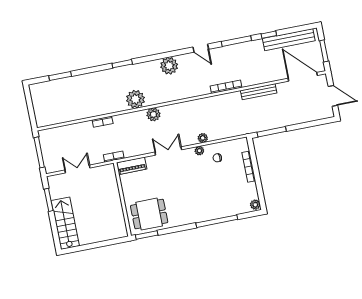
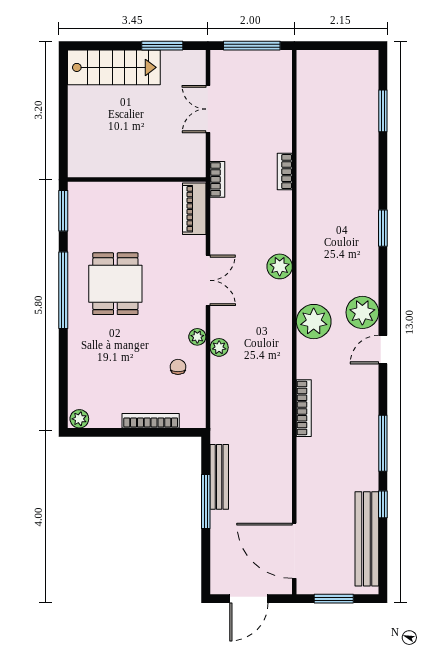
door: (201, 48) -> (383, 350), moved
door: (303, 77) -> (294, 551), swing flipped
bench: (259, 92) -> (219, 477), moved
plant: (135, 99) -> (314, 322), moved
window: (272, 132) -> (206, 501), moved
double door: (77, 169) -> (208, 109), swing flipped
dining table: (149, 214) -> (115, 284), moved
window: (217, 221) -> (63, 290), moved

